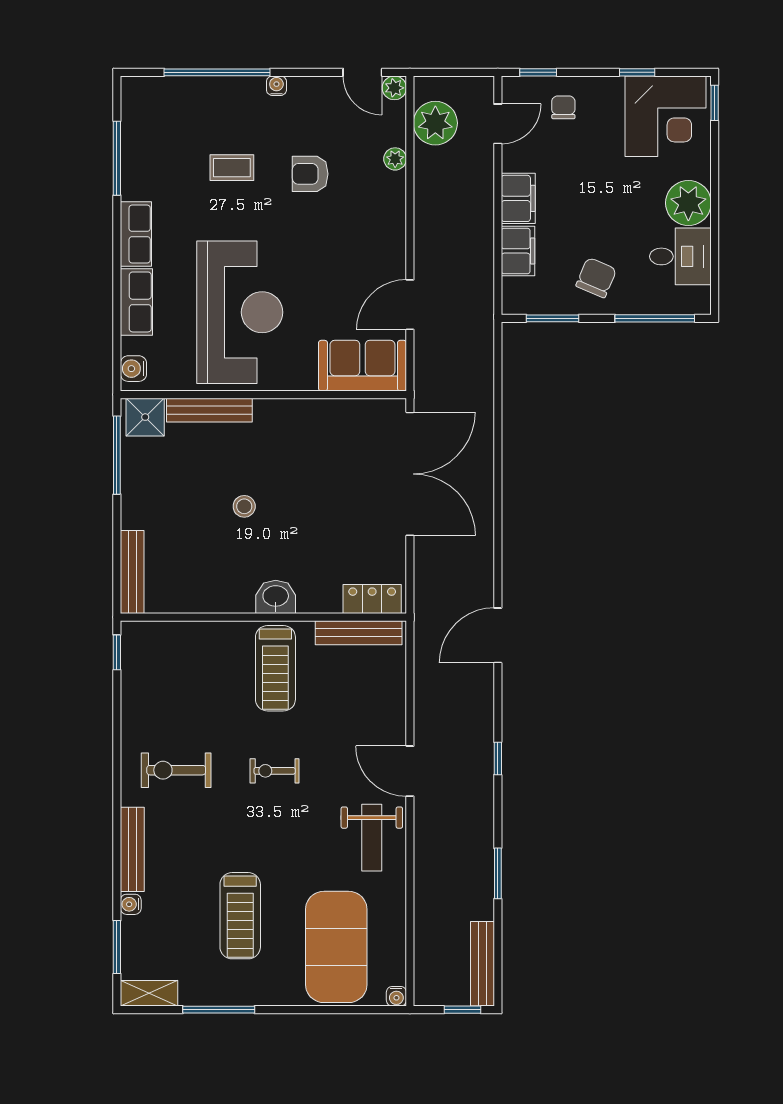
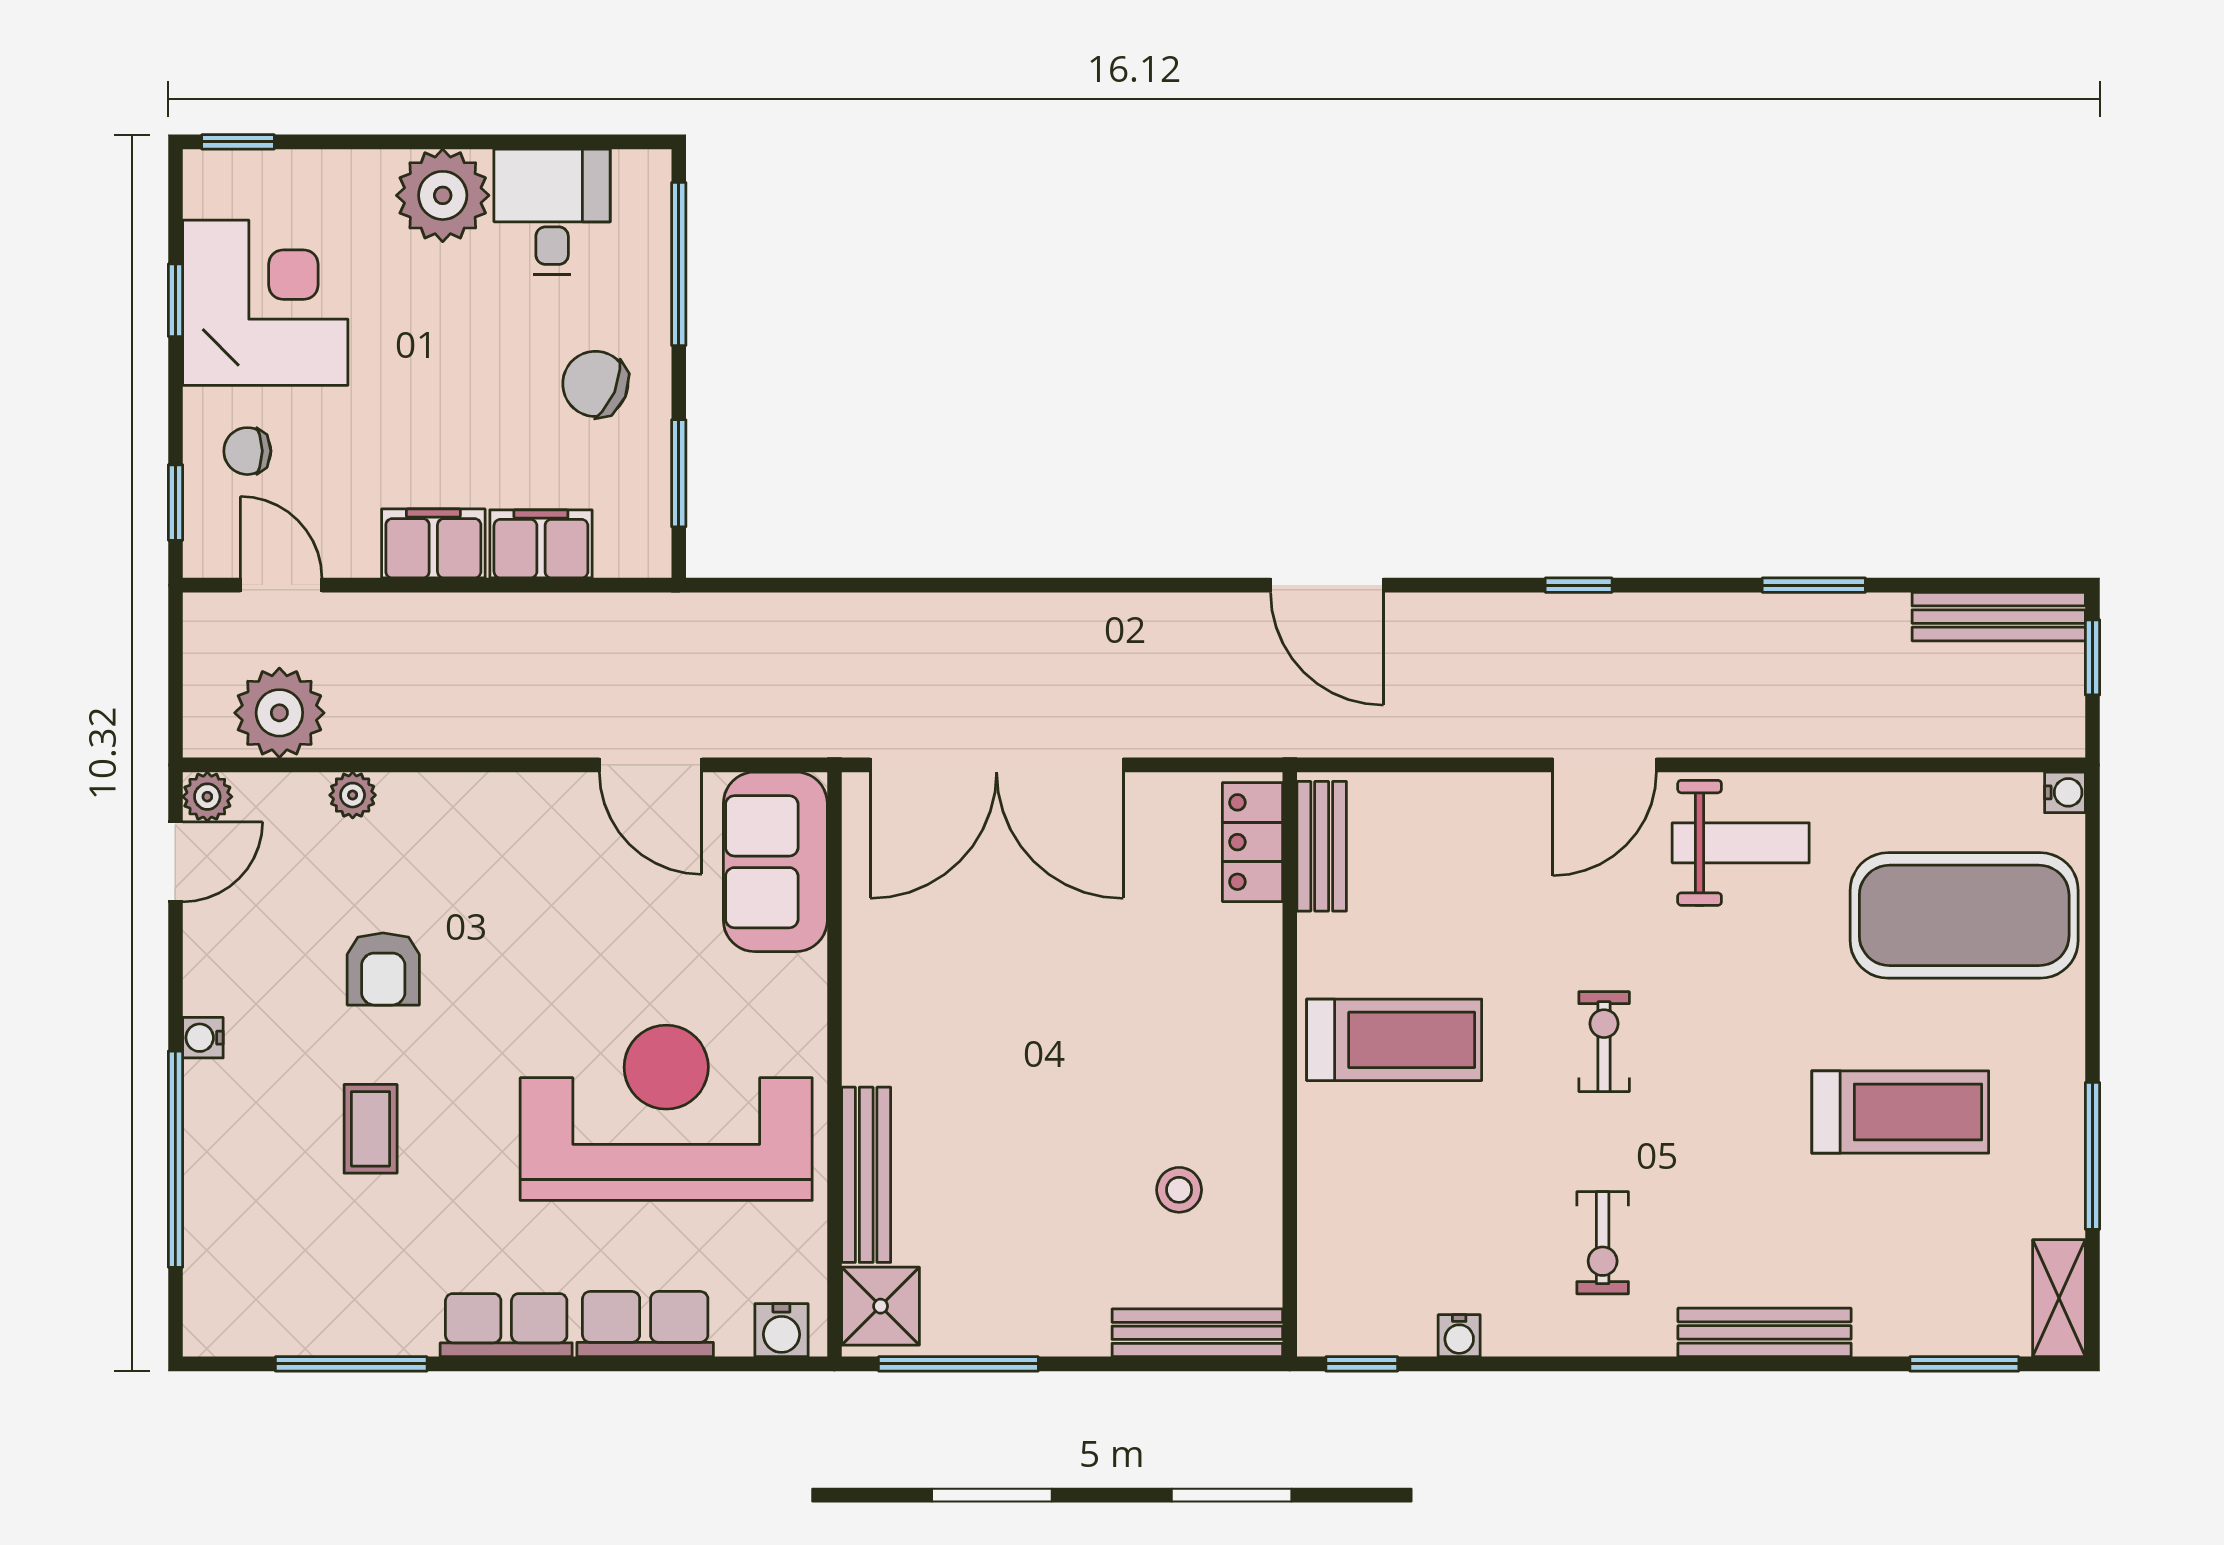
corner desk: (666, 116) -> (265, 303), moved
double door: (410, 474) -> (997, 765), swing flipped
stool: (244, 506) -> (1179, 1190), moved
washbasin: (276, 597) -> (1248, 1039), removed
bench: (359, 633) -> (1322, 846), width x0.73
exercise bike: (176, 770) -> (1603, 1243), width x0.73, depth x0.72
exercise bike: (275, 771) -> (1604, 1042), turned 180
water cooler: (131, 904) -> (1459, 1336), moved

